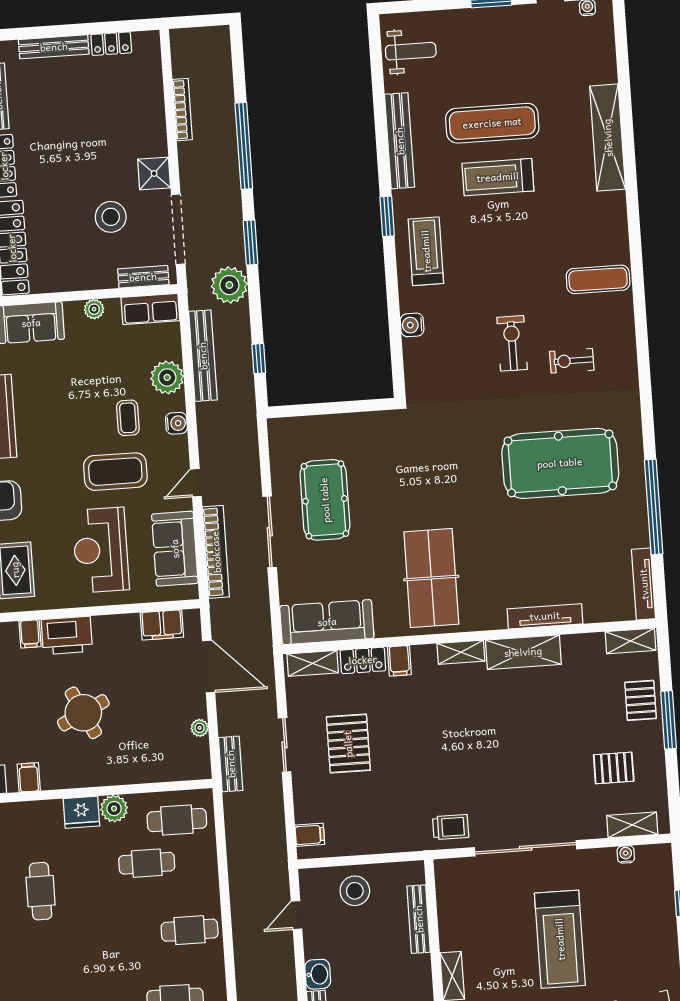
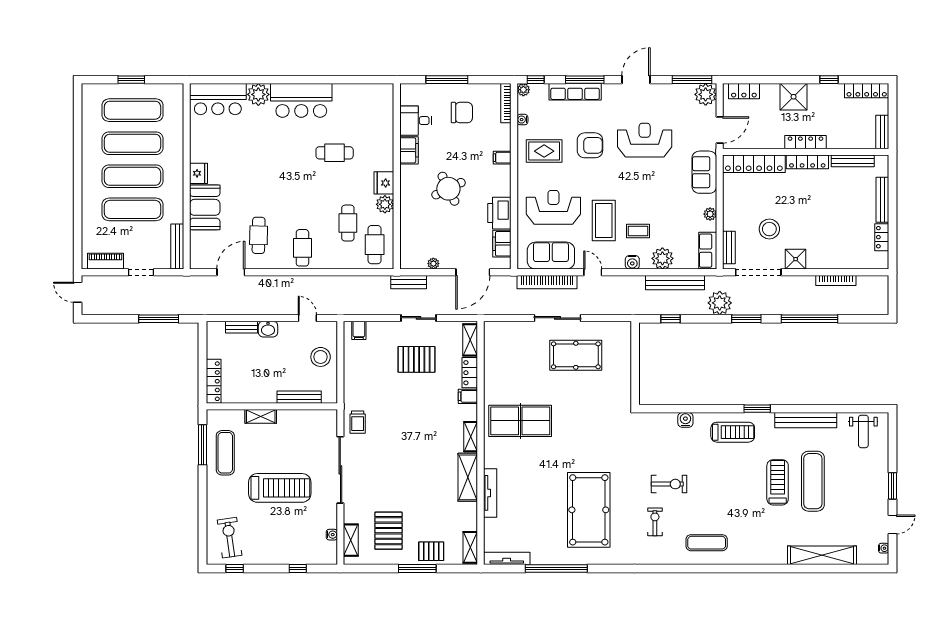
shelving: (608, 138) -> (822, 555), moved
exercise mat: (598, 279) -> (707, 543), turned 90
sofa: (327, 622) -> (496, 351), removed
printer: (67, 635) -> (499, 213), moved
pallet: (614, 768) -> (389, 531), width x1.50, depth x1.42
filing cabinet: (29, 777) -> (409, 150), width x2.00
treadmill: (560, 939) -> (280, 488), turned 180

